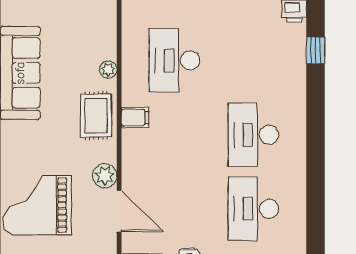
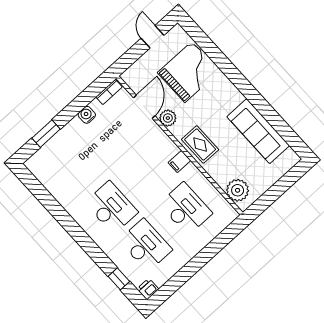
plant: (108, 70) -> (238, 190), moved, width x1.88, depth x1.88
desk: (253, 209) -> (146, 245), moved
door: (119, 211) -> (144, 107), swing flipped

